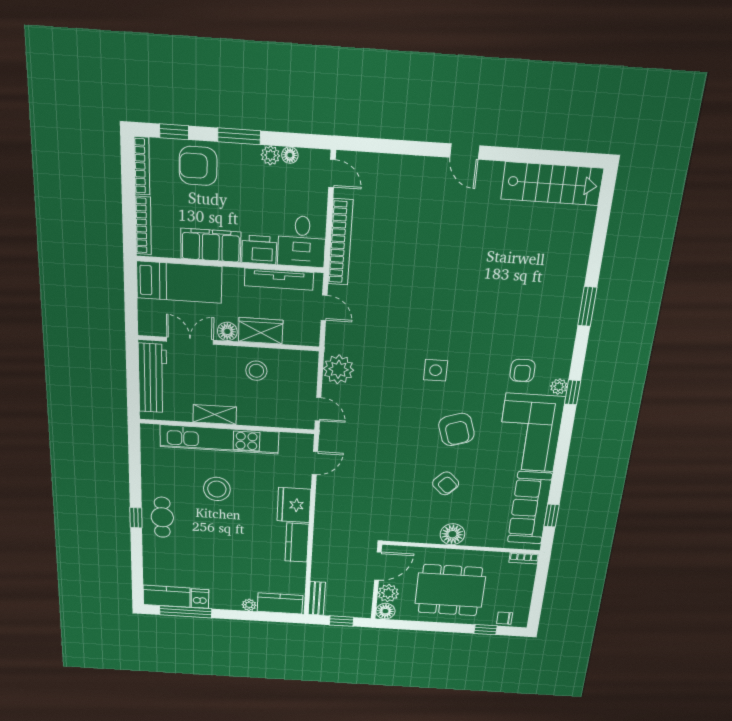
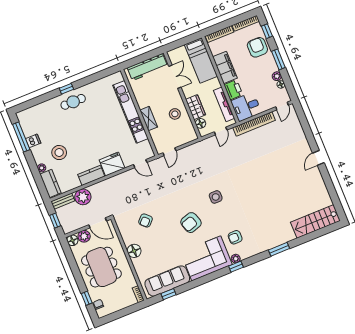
stairs: (552, 184) -> (315, 221), moved, turned 90
floor lamp: (227, 331) -> (201, 123), moved
plant: (338, 369) -> (83, 197), moved
shelving: (215, 415) -> (149, 119), moved
armchair: (446, 483) -> (145, 220), moved
stool: (217, 489) -> (59, 153), moved
kitchen counter: (167, 596) -> (26, 123), removed

